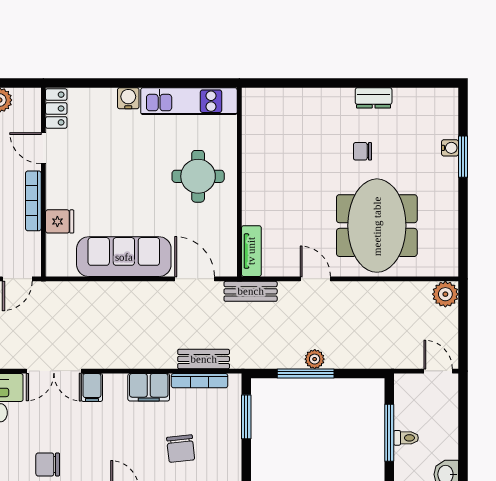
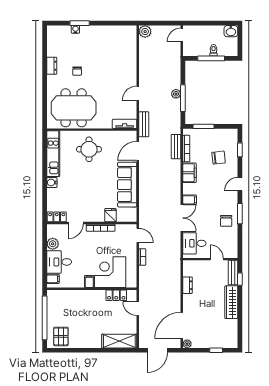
meeting table: (377, 226) -> (74, 108), moved

